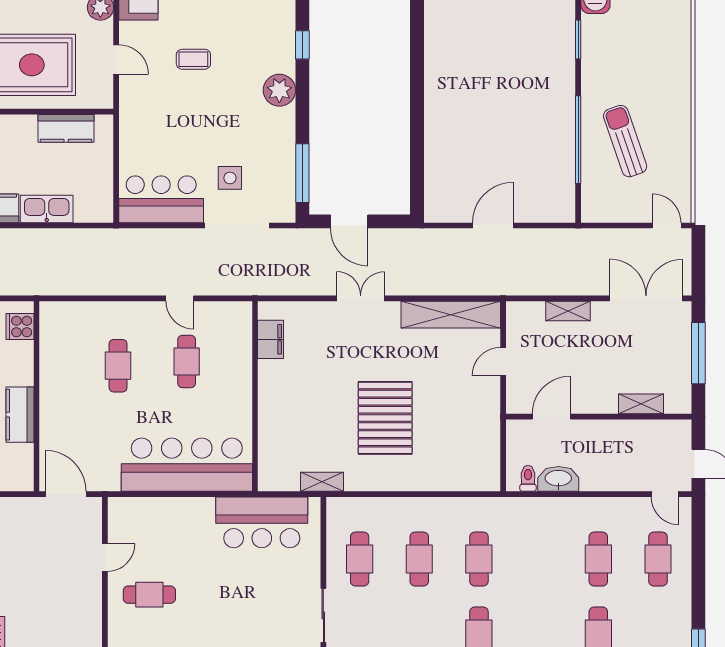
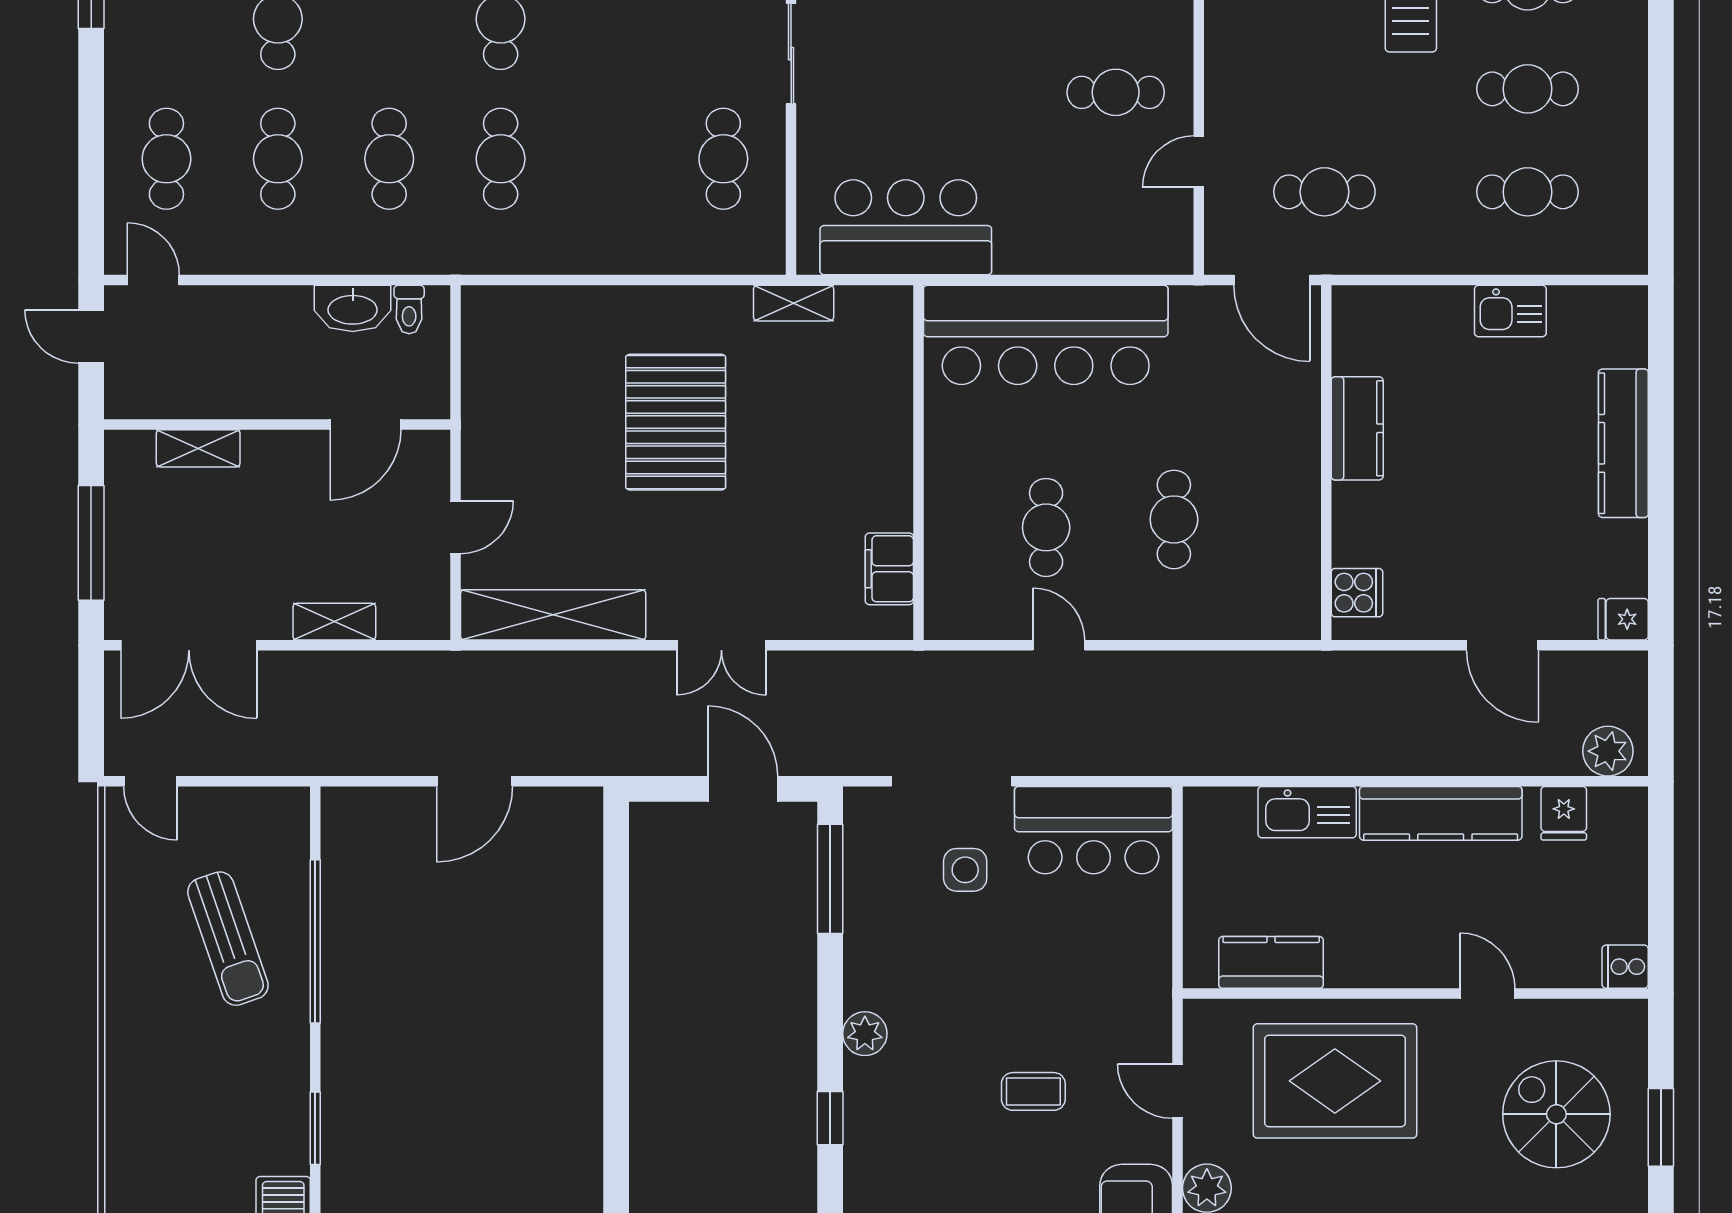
plant: (279, 90) -> (865, 1034), width x0.73, depth x0.73
cafe table: (37, 541) -> (1324, 192), added
cafe table: (419, 559) -> (389, 159), moved

